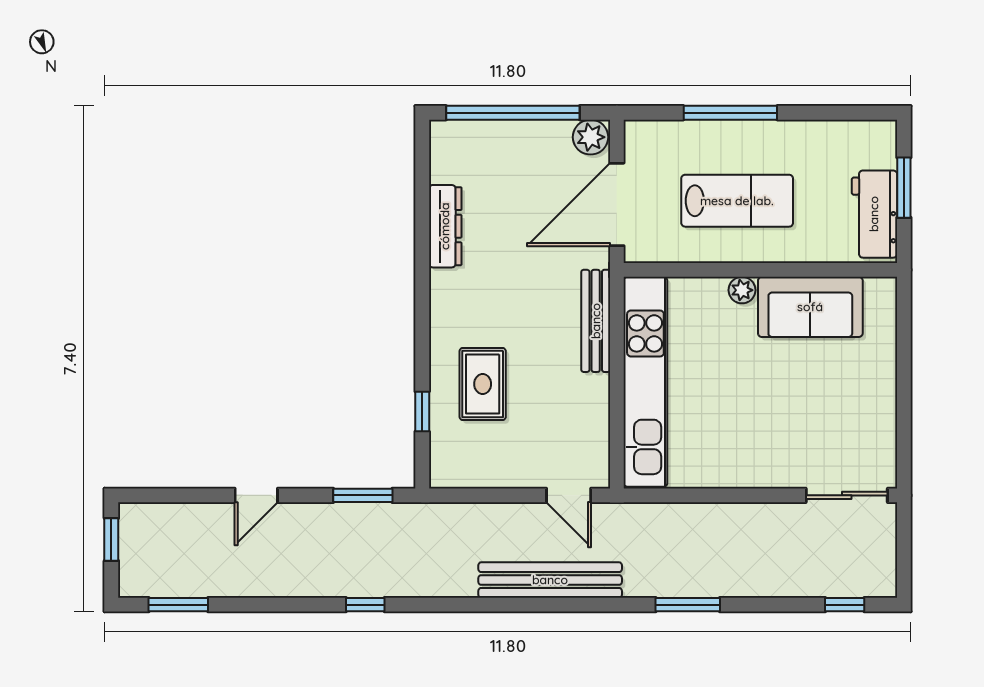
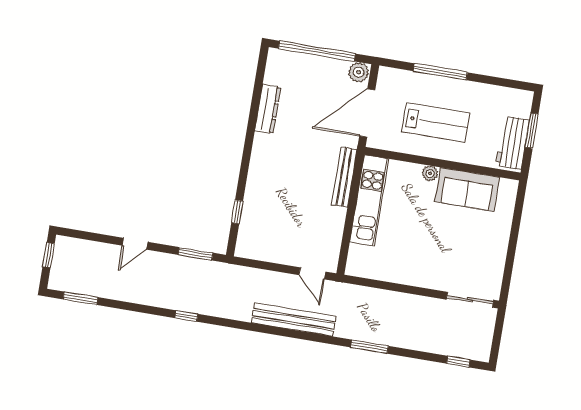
kitchen unit: (645, 382) -> (369, 200), width x0.73
rug: (483, 384) -> (274, 202), removed

